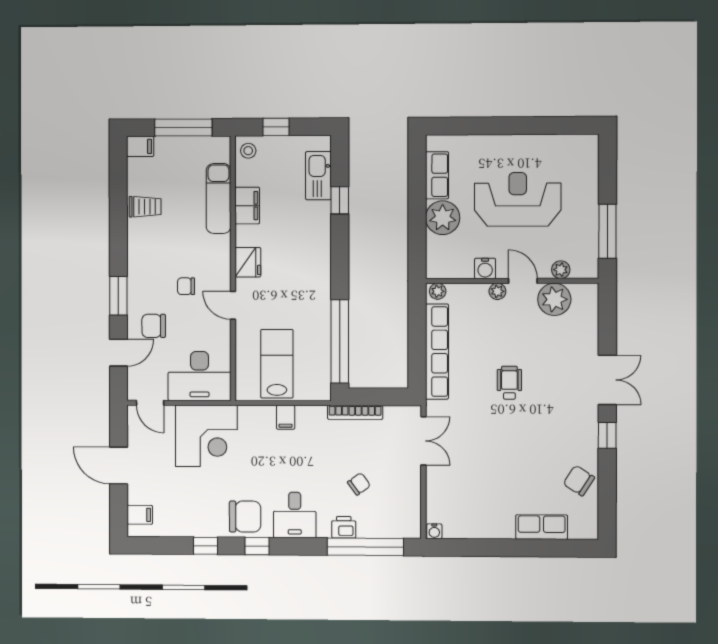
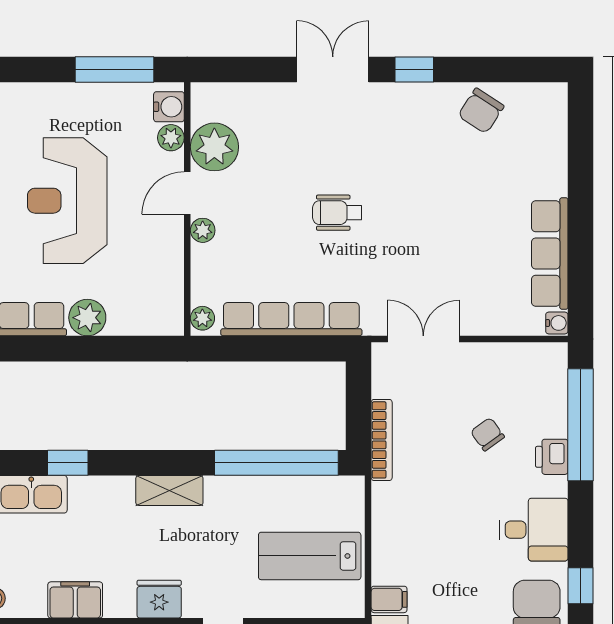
plant: (443, 218) -> (87, 318), width x0.73, depth x0.73
water cooler: (485, 268) -> (169, 107), moved
shelving: (321, 269) -> (169, 490), added
filing cabinet: (286, 417) -> (389, 599), moved
row of seats: (542, 527) -> (550, 254), moved, width x1.48

